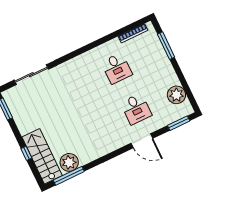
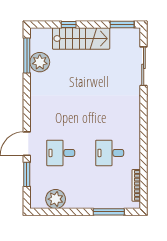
window: (179, 123) -> (27, 174), moved
stairs: (42, 156) -> (81, 39), moved

